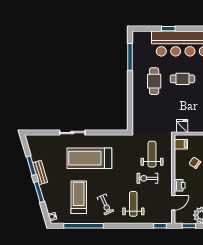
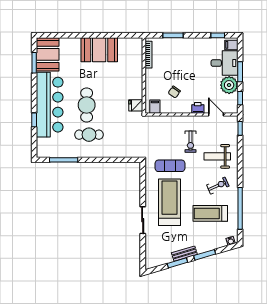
cafe table: (182, 79) -> (87, 105), width x1.37, depth x1.35
weight bench: (152, 154) -> (165, 137), removed
treadmill: (89, 158) -> (170, 202), turned 180
exercise mat: (124, 159) -> (170, 166), added

